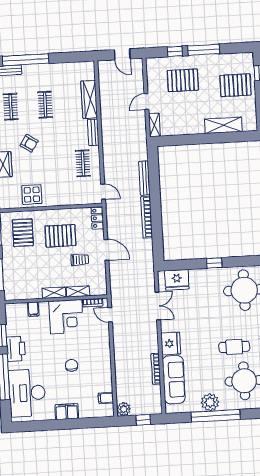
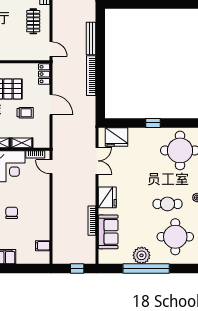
sofa: (174, 380) -> (108, 232), width x0.73
plant: (124, 409) -> (59, 257), removed

